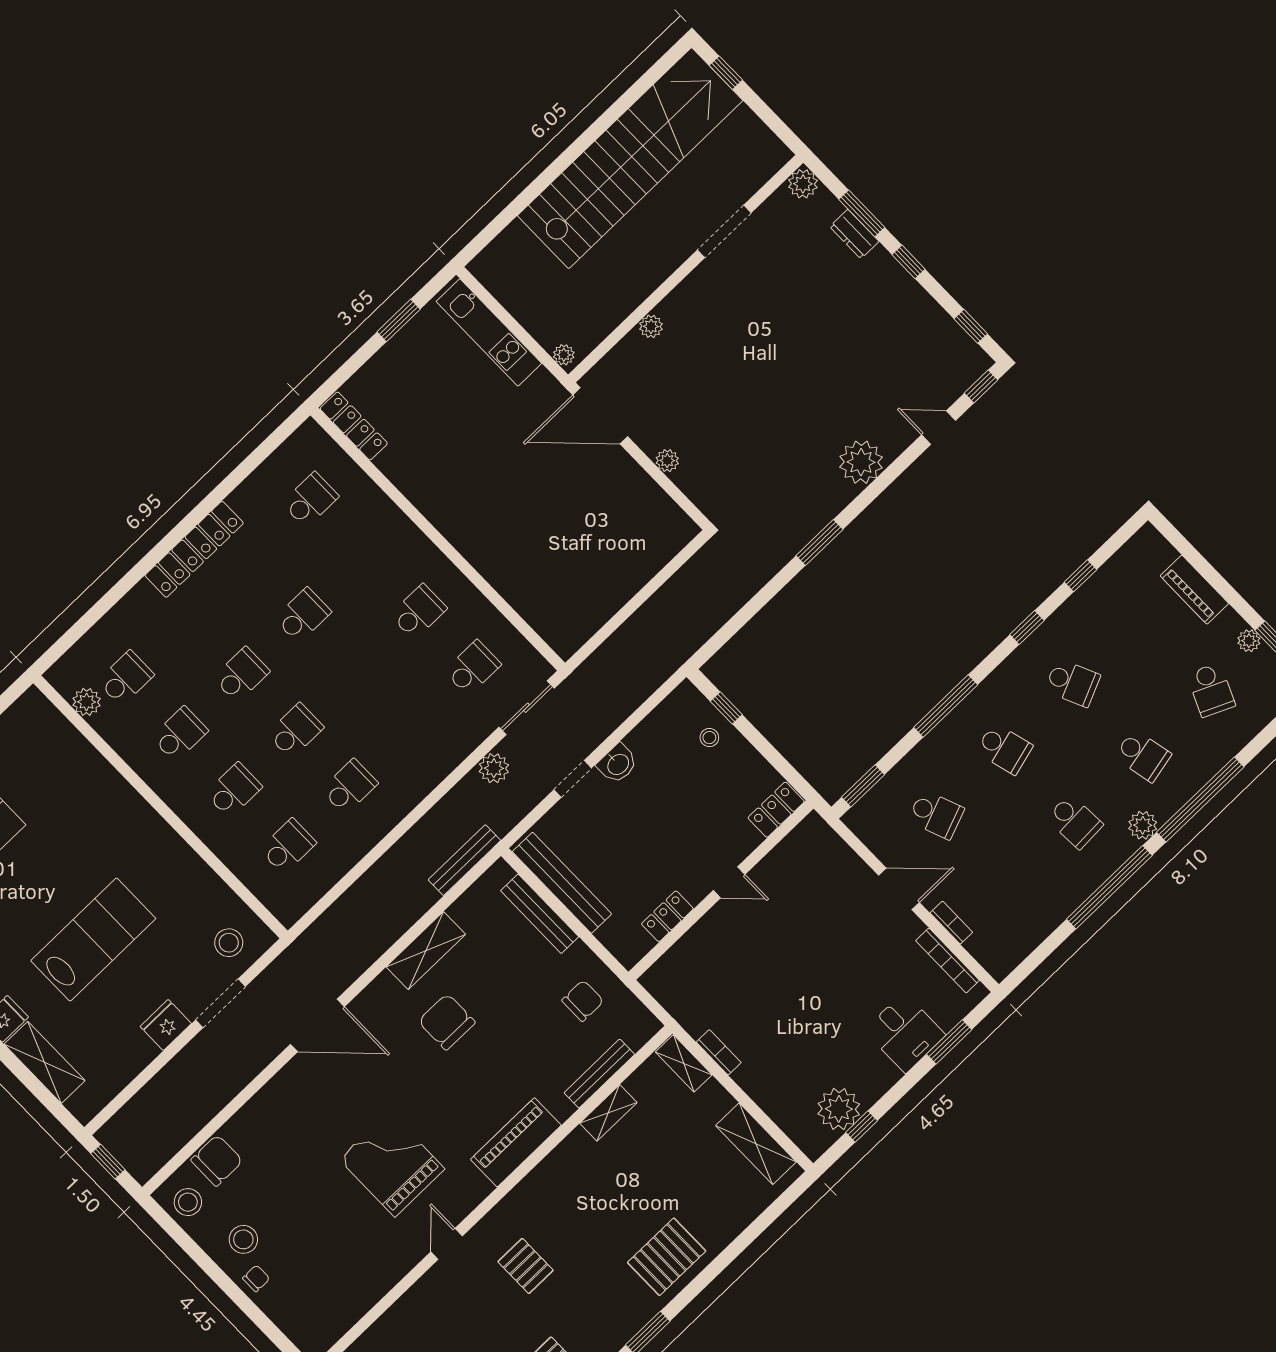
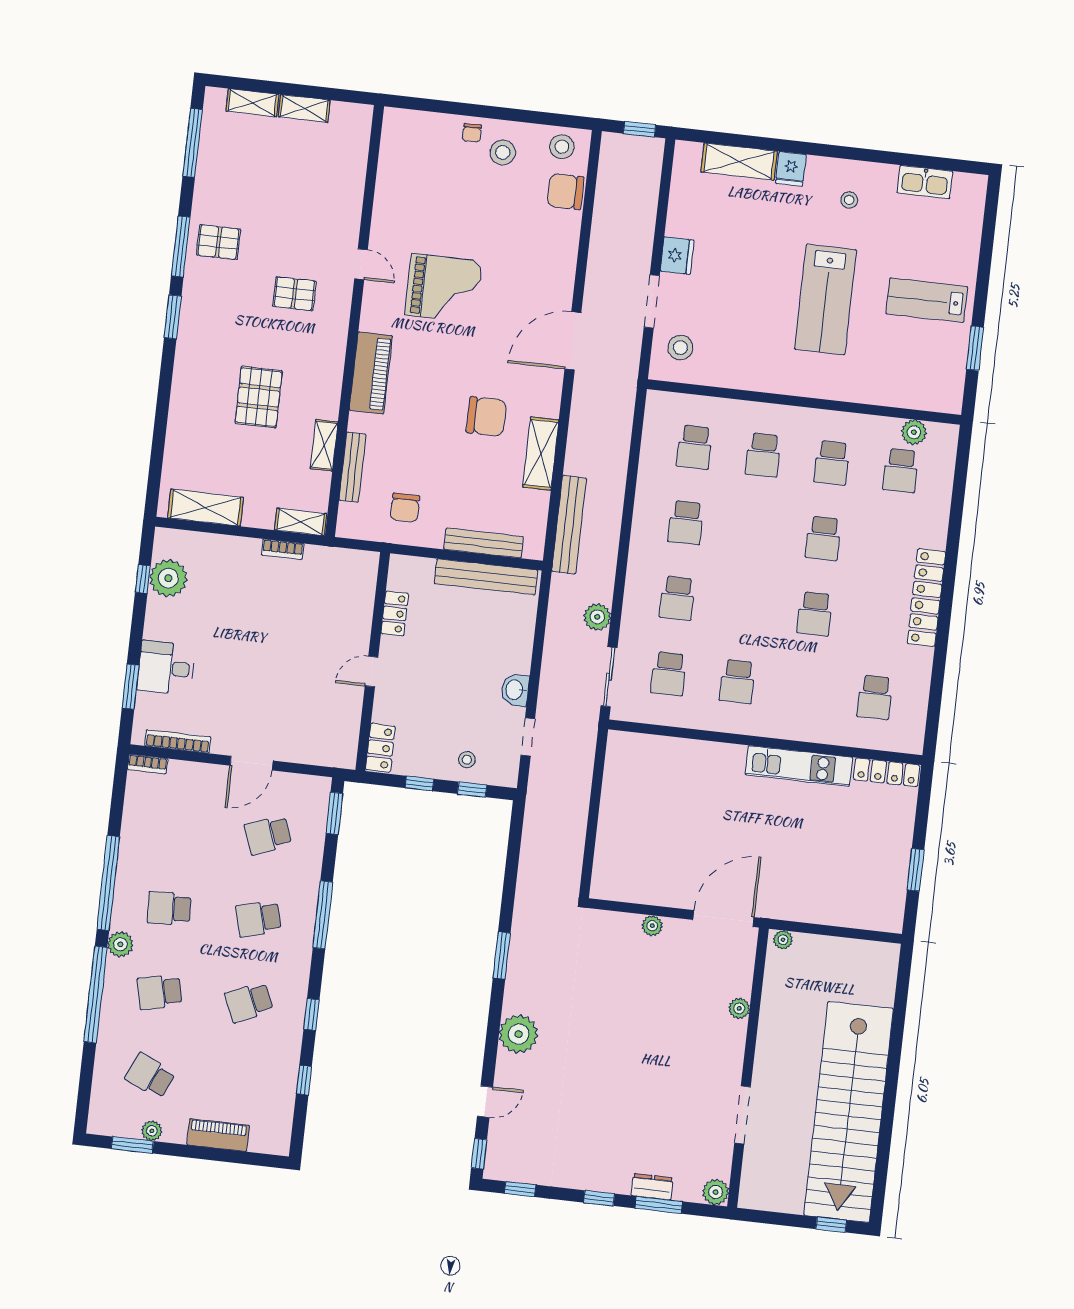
kitchen unit: (489, 332) -> (799, 766), moved, turned 180
school desk: (295, 731) -> (677, 598), moved
window: (768, 751) -> (419, 783), added
doorway: (573, 779) -> (528, 737), moved
bench: (464, 860) -> (569, 525), width x1.37, depth x1.21
bookcase: (951, 923) -> (148, 764), moved
lab bench: (93, 940) -> (825, 300), moved
chair: (217, 1160) -> (566, 191), turned 90
pallet: (667, 1257) -> (259, 397), moved

